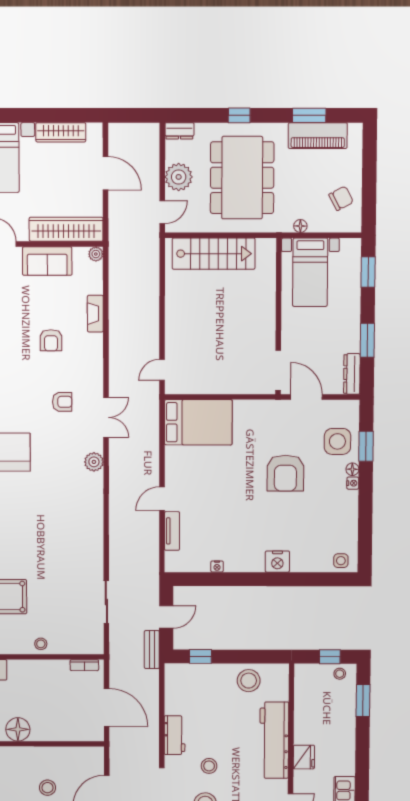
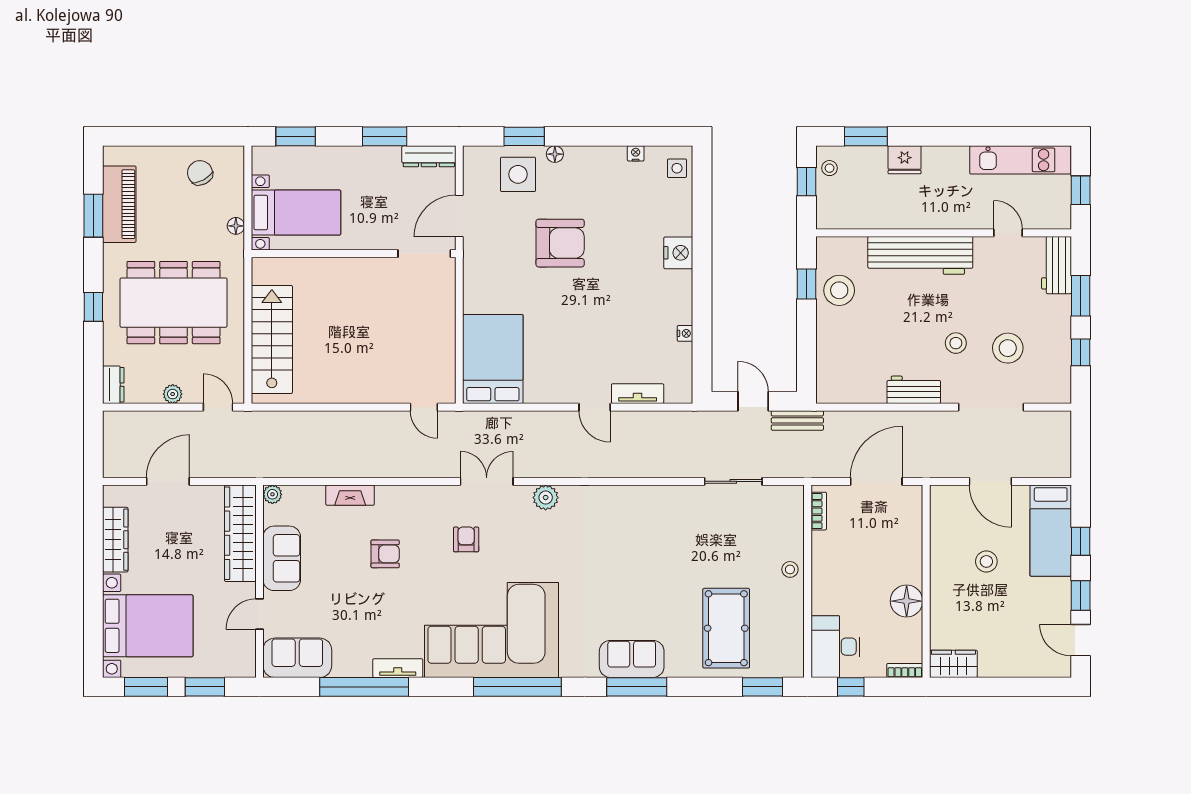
plant: (179, 177) -> (173, 394), width x0.53, depth x0.53
nightstand: (353, 483) -> (636, 153), moved
window: (200, 656) -> (807, 284), moved
fridge: (304, 757) -> (905, 160), moved, turned 180

